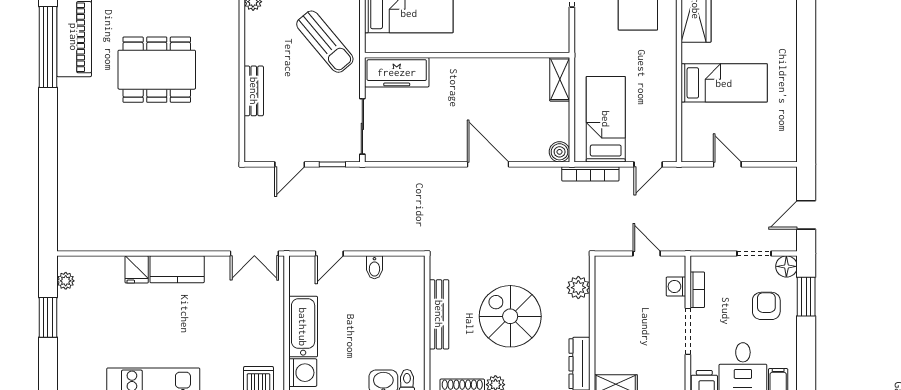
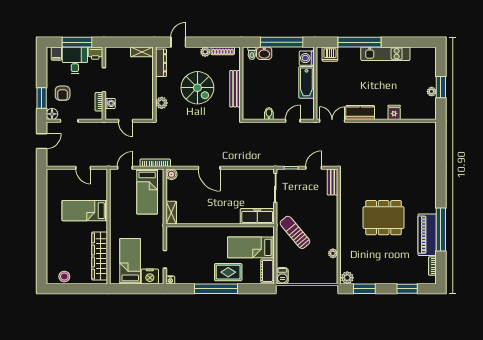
bench: (254, 91) -> (332, 182), moved
kitchen counter: (177, 269) -> (360, 112), moved
plant: (66, 281) -> (432, 92), moved

